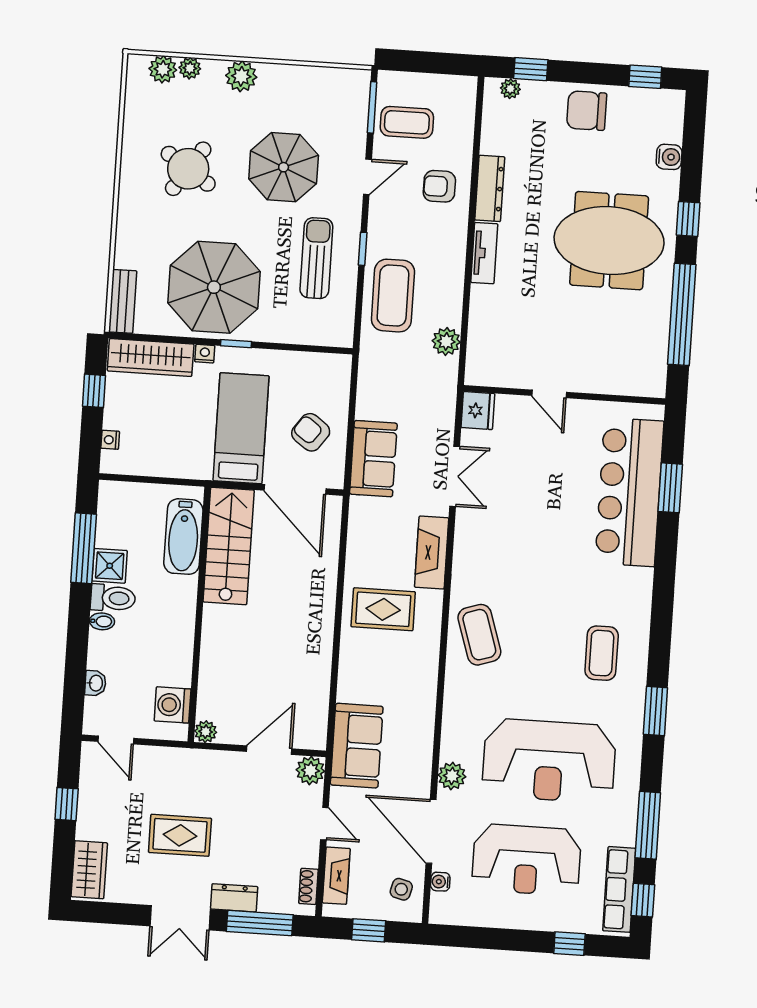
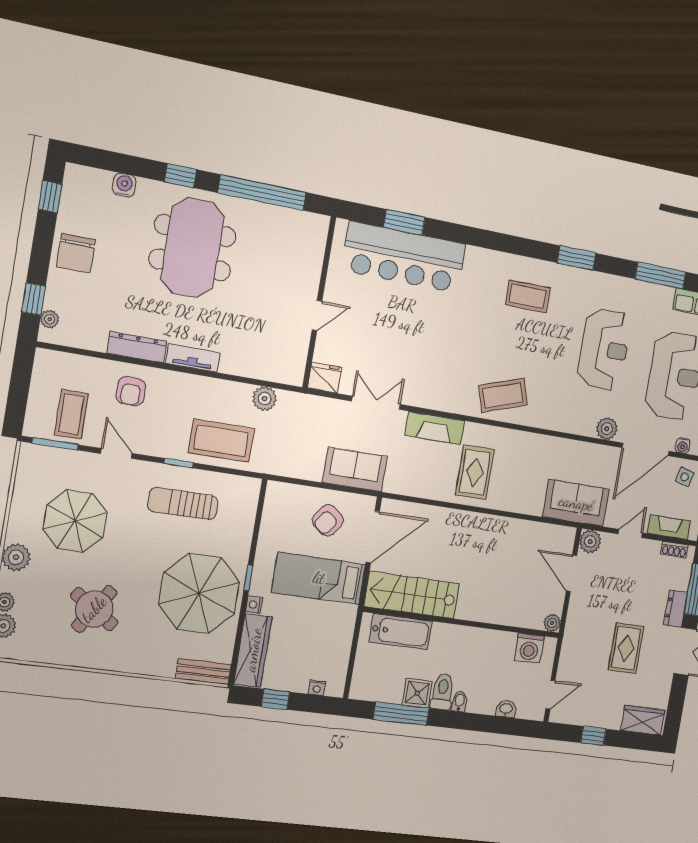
parasol: (284, 167) -> (75, 521), moved
reception desk: (549, 761) -> (604, 349), width x0.74, depth x0.77

